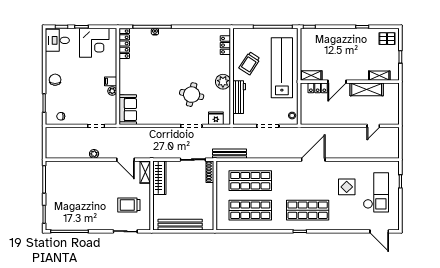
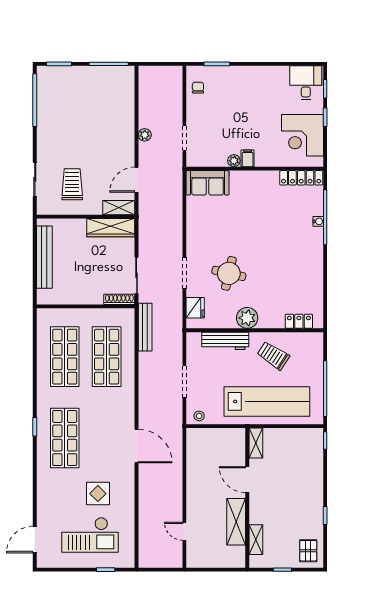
chair: (55, 80) -> (250, 80), removed
locker: (318, 88) -> (238, 452), removed

